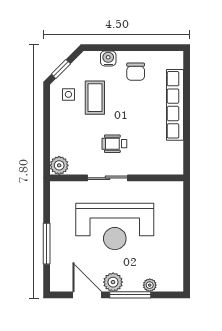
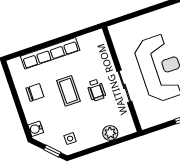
water cooler: (108, 59) -> (36, 129), moved
coffee table: (95, 98) -> (68, 91), moved, turned 90
plant: (59, 165) -> (110, 133), moved

